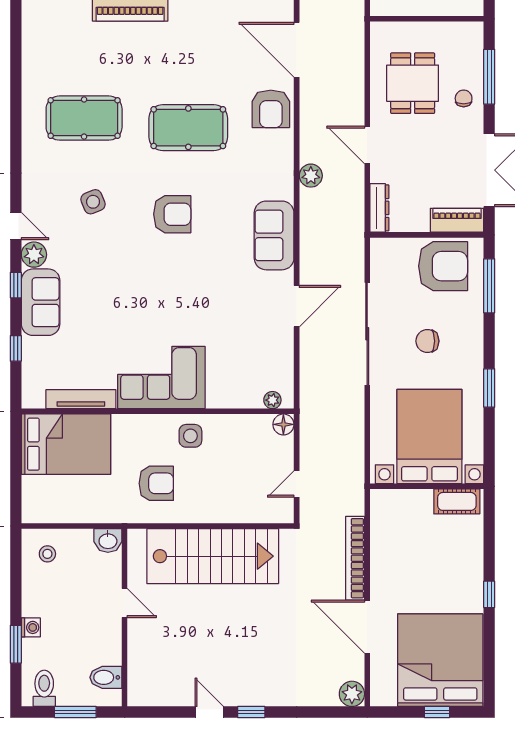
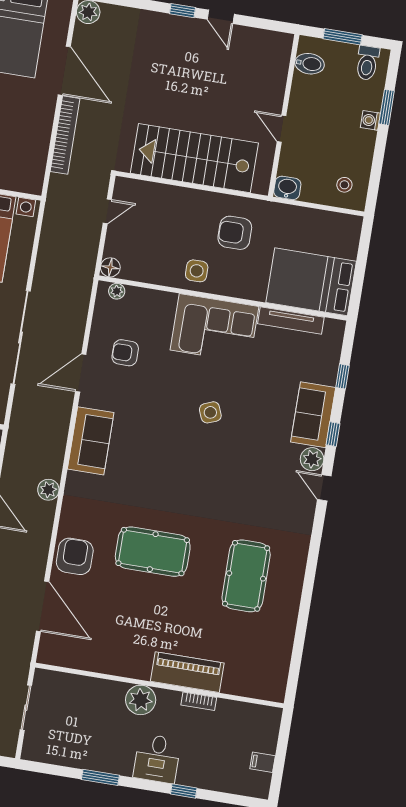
pool table: (84, 118) -> (246, 576), turned 90
side table: (93, 202) -> (210, 412), moved
armchair: (172, 214) -> (125, 353), moved, width x0.72, depth x0.72

